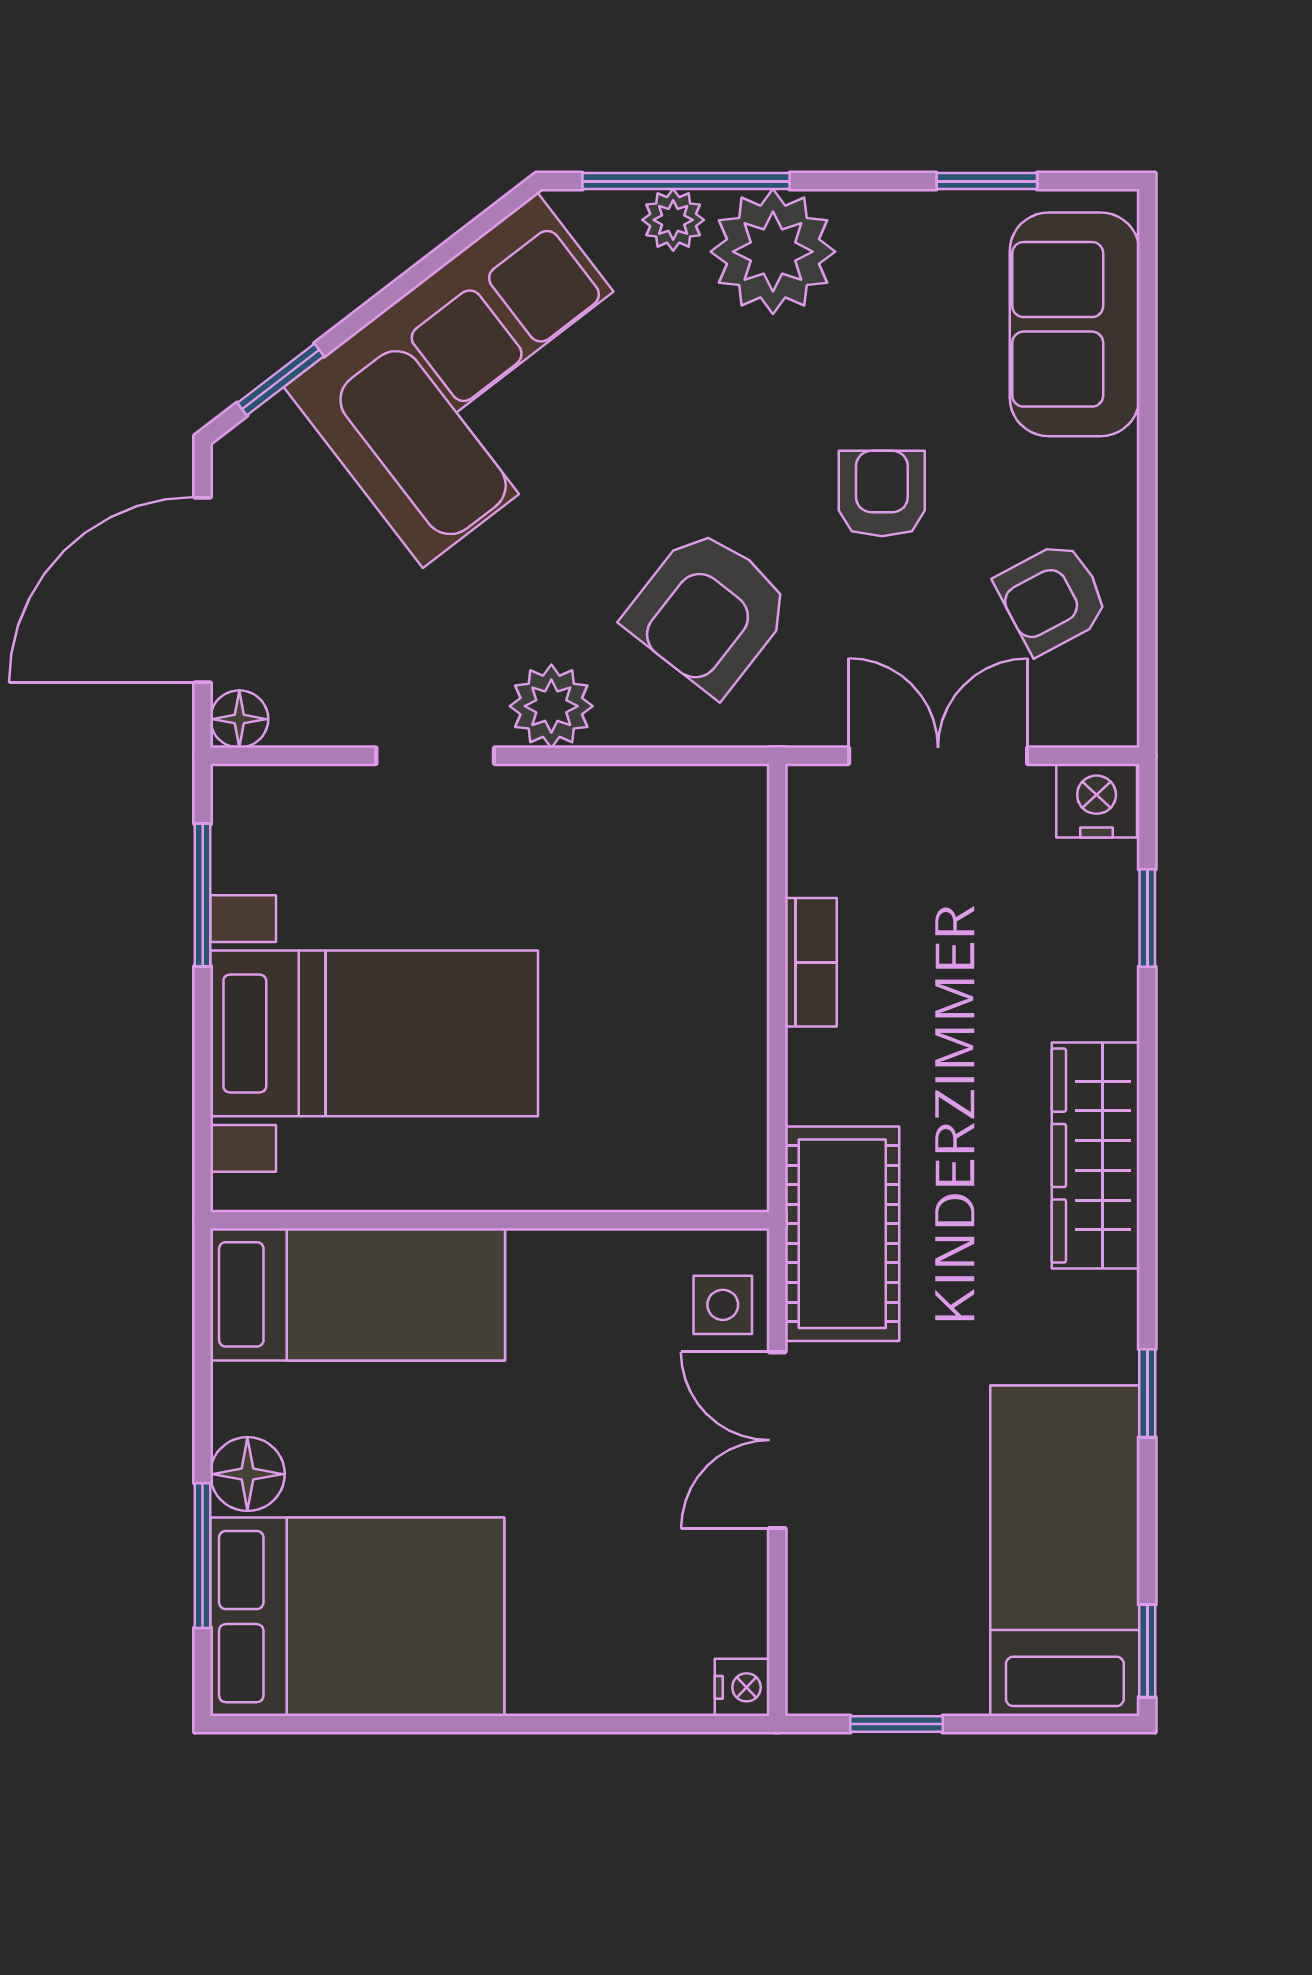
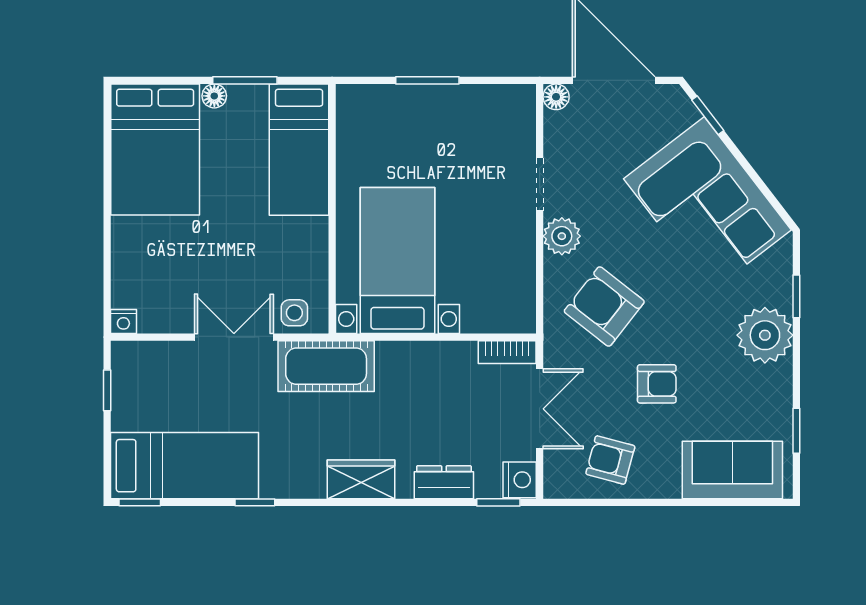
window: (686, 181) -> (796, 296), width x0.46
plant: (673, 220) -> (779, 291), removed
armchair: (1052, 598) -> (610, 460), turned -47
window: (203, 895) -> (427, 80), moved
window: (1147, 918) -> (498, 502), moved
bookcase: (811, 962) -> (507, 352), moved
dresser: (1102, 970) -> (444, 482), added
bed with nightstands: (374, 1033) -> (397, 260), moved, turned 180
wardrobe: (1096, 1156) -> (361, 479), width x0.67
floor lamp: (247, 1474) -> (214, 96), width x0.73, depth x0.73
window: (203, 1556) -> (245, 80), moved

